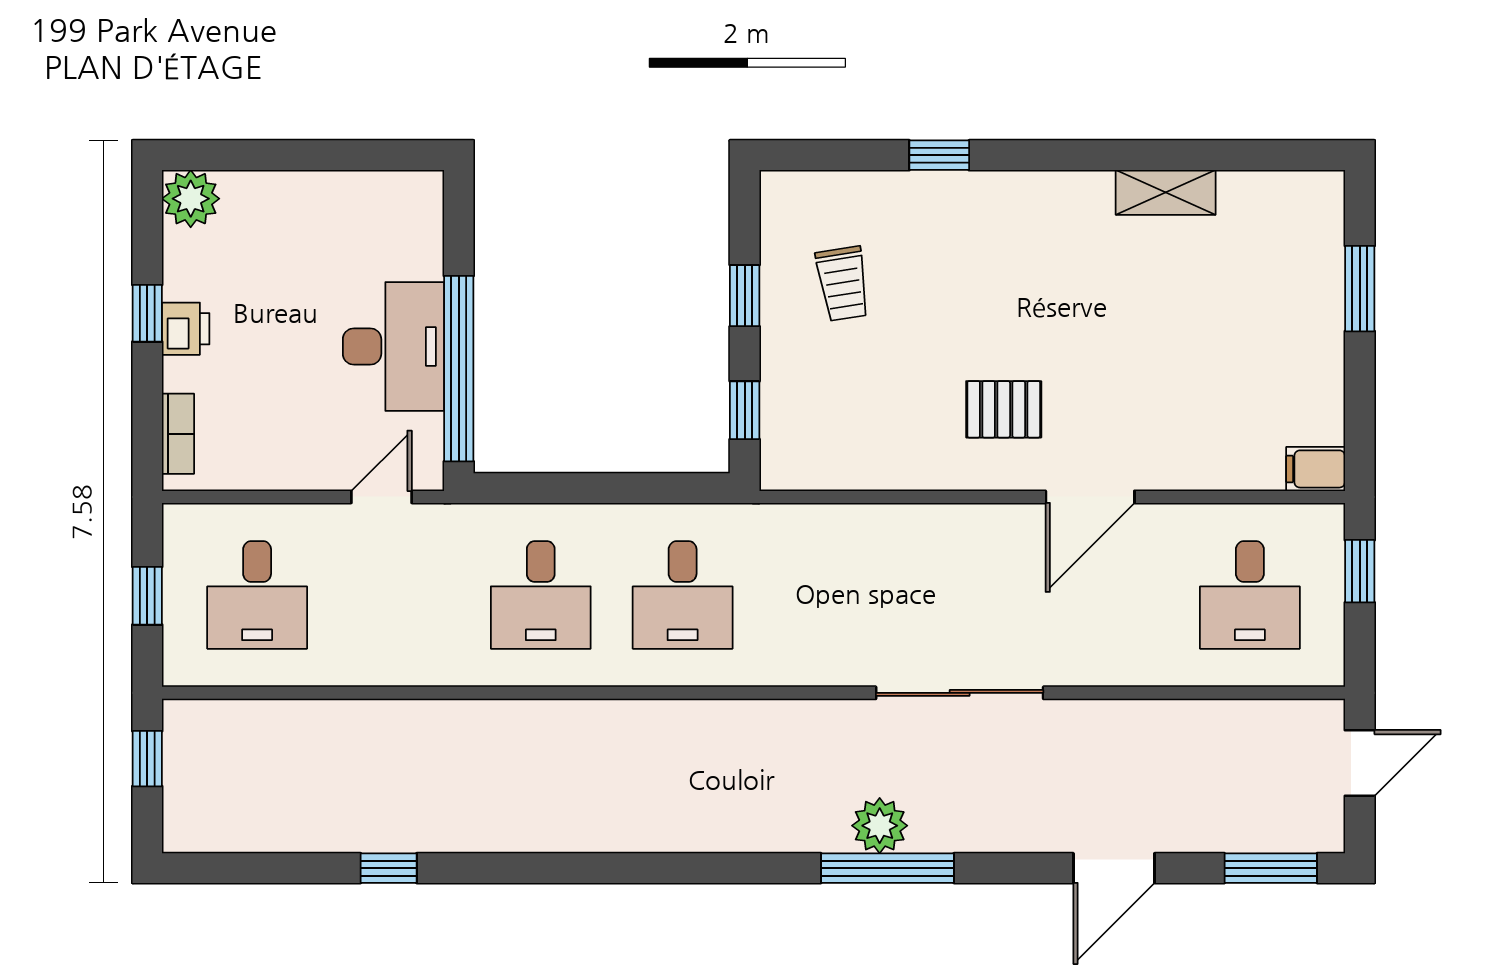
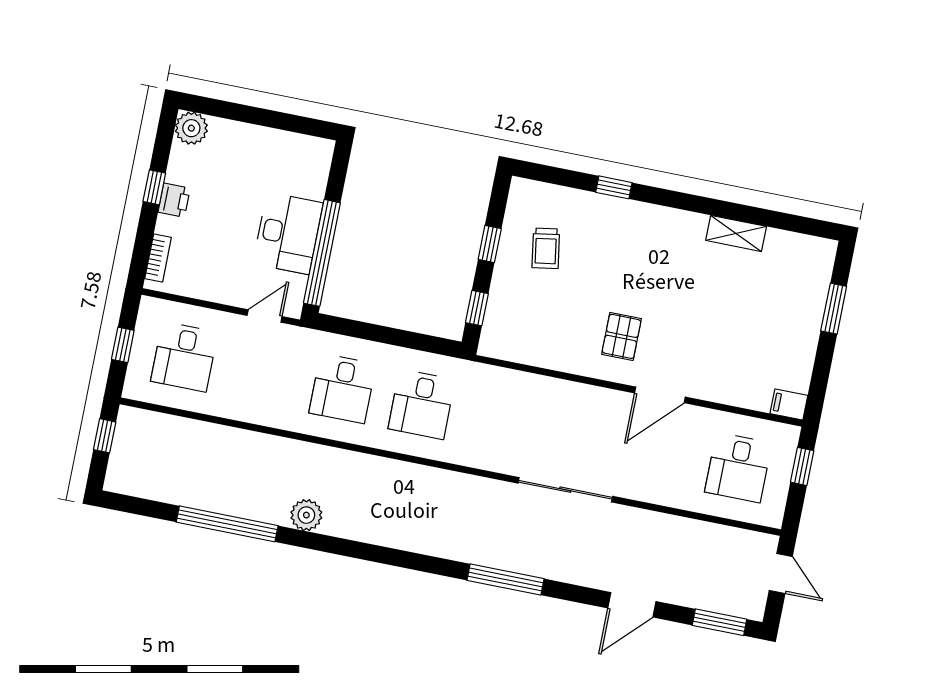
pallet: (1004, 409) -> (622, 336), turned 90
door: (1360, 763) -> (781, 573), hinge flipped
plant: (880, 826) -> (306, 515), moved
window: (389, 868) -> (227, 524), width x3.17

